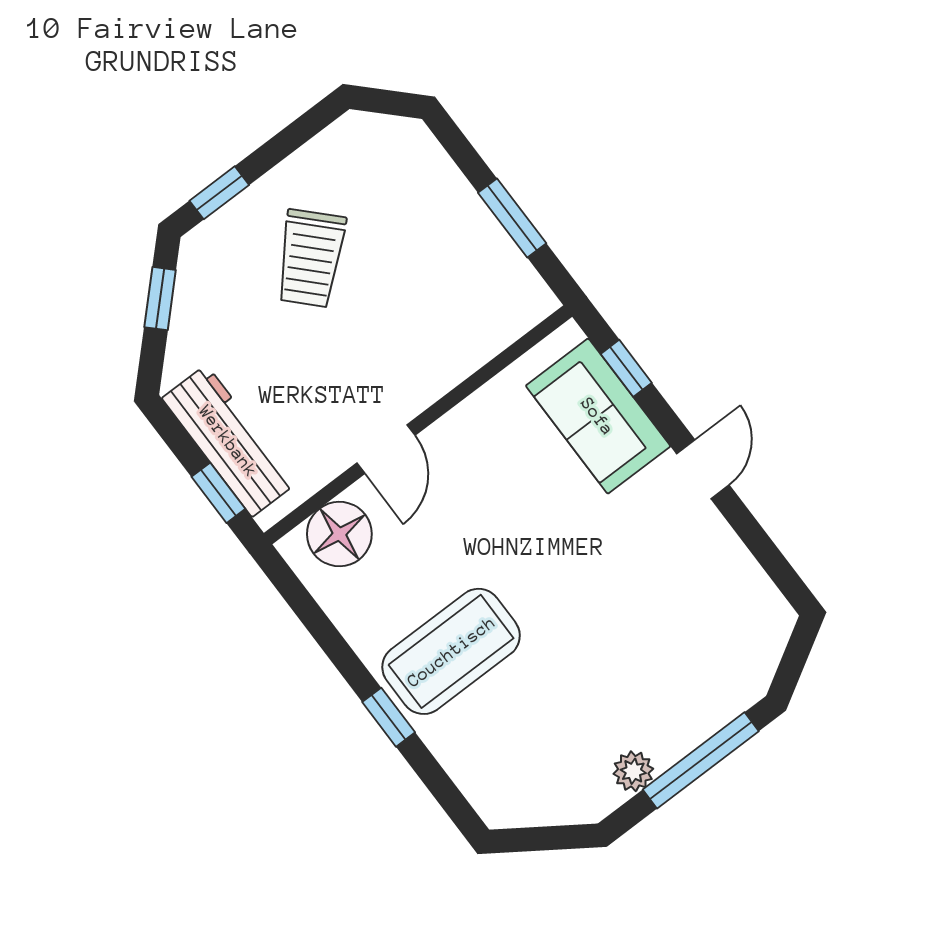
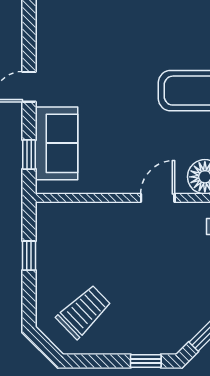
window: (512, 218) -> (29, 256), width x0.67
trolley: (311, 258) -> (84, 312), moved

